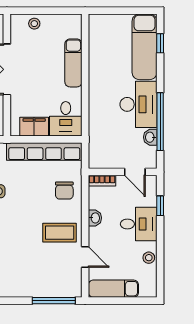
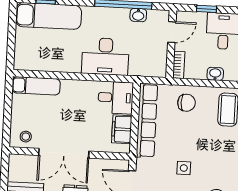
stool: (34, 24) -> (26, 137), moved
exam couch: (73, 63) -> (36, 86), moved
desk: (138, 104) -> (105, 56), moved, turned 180

